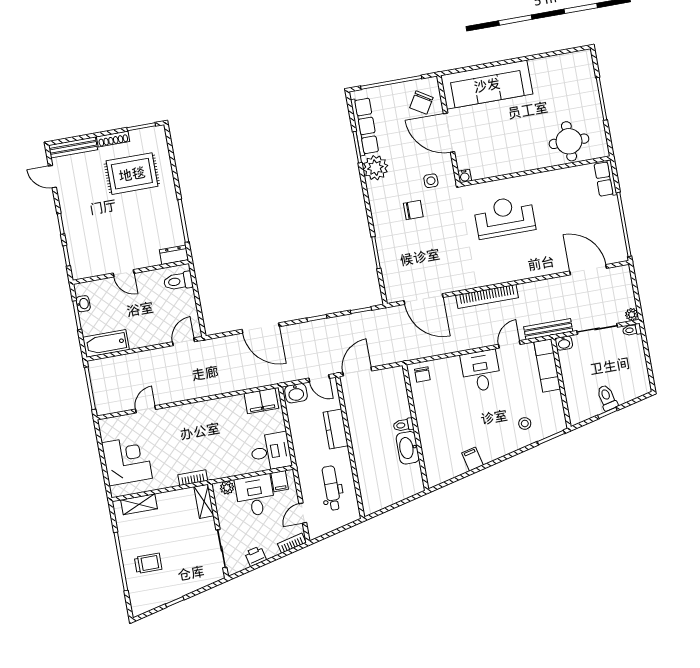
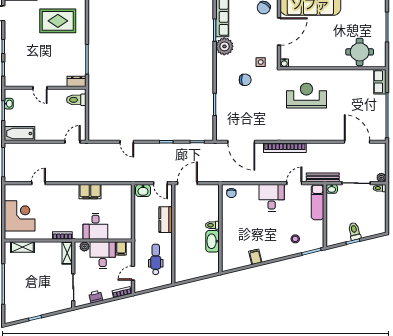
door: (449, 133) -> (279, 32), swing flipped
door: (261, 328) -> (127, 142), width x0.53
filing cabinet: (261, 401) -> (90, 192), moved
desk: (271, 452) -> (95, 226), moved, turned 90
trolley: (148, 563) -> (22, 288), removed

